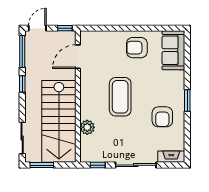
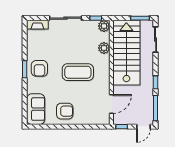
coffee table: (120, 97) -> (78, 72), turned 90
armchair: (162, 117) -> (39, 68), moved, turned 180
plant: (87, 155) -> (104, 26), added

